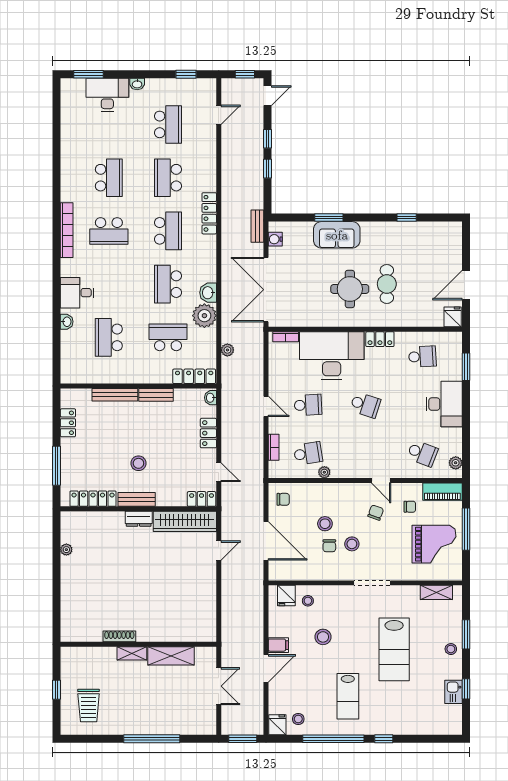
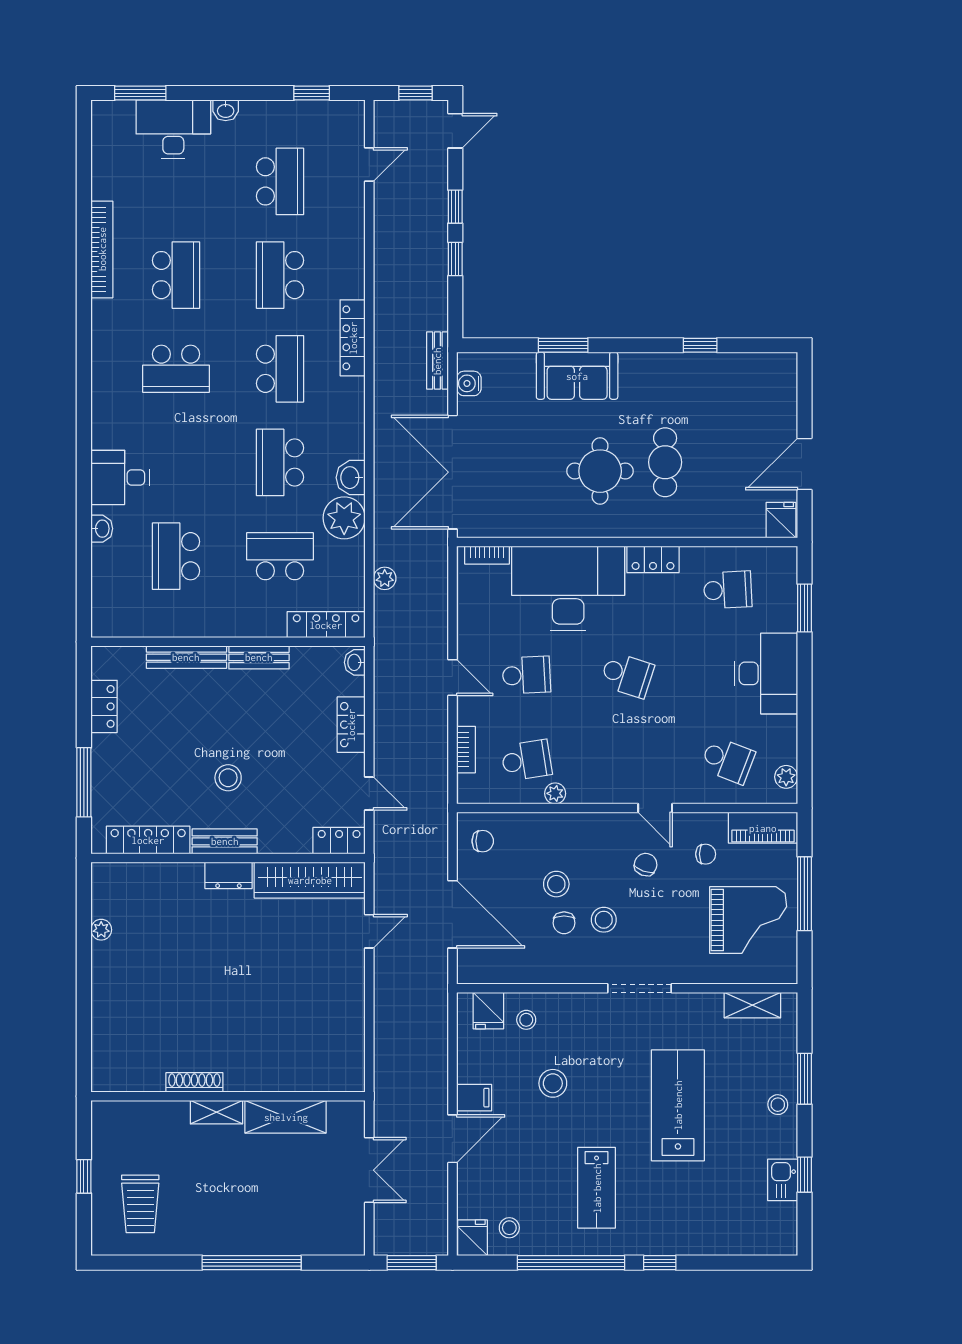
bookcase: (67, 230) -> (102, 249), moved
lab bench: (394, 649) -> (678, 1105), turned 180

